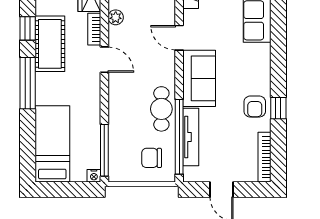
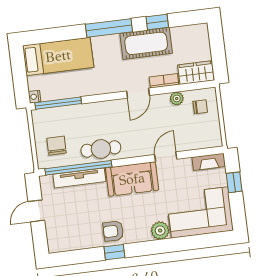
plant: (261, 54) -> (160, 231), added
bookcase: (264, 157) -> (70, 245), removed

